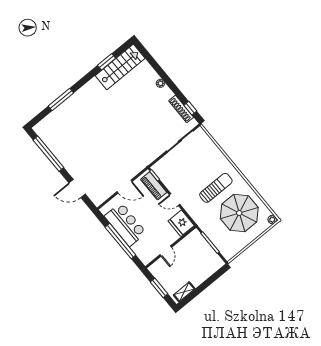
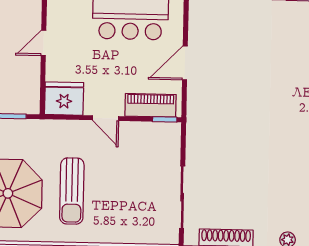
door: (175, 200) -> (106, 118), swing flipped
door: (166, 251) -> (44, 43), hinge flipped

